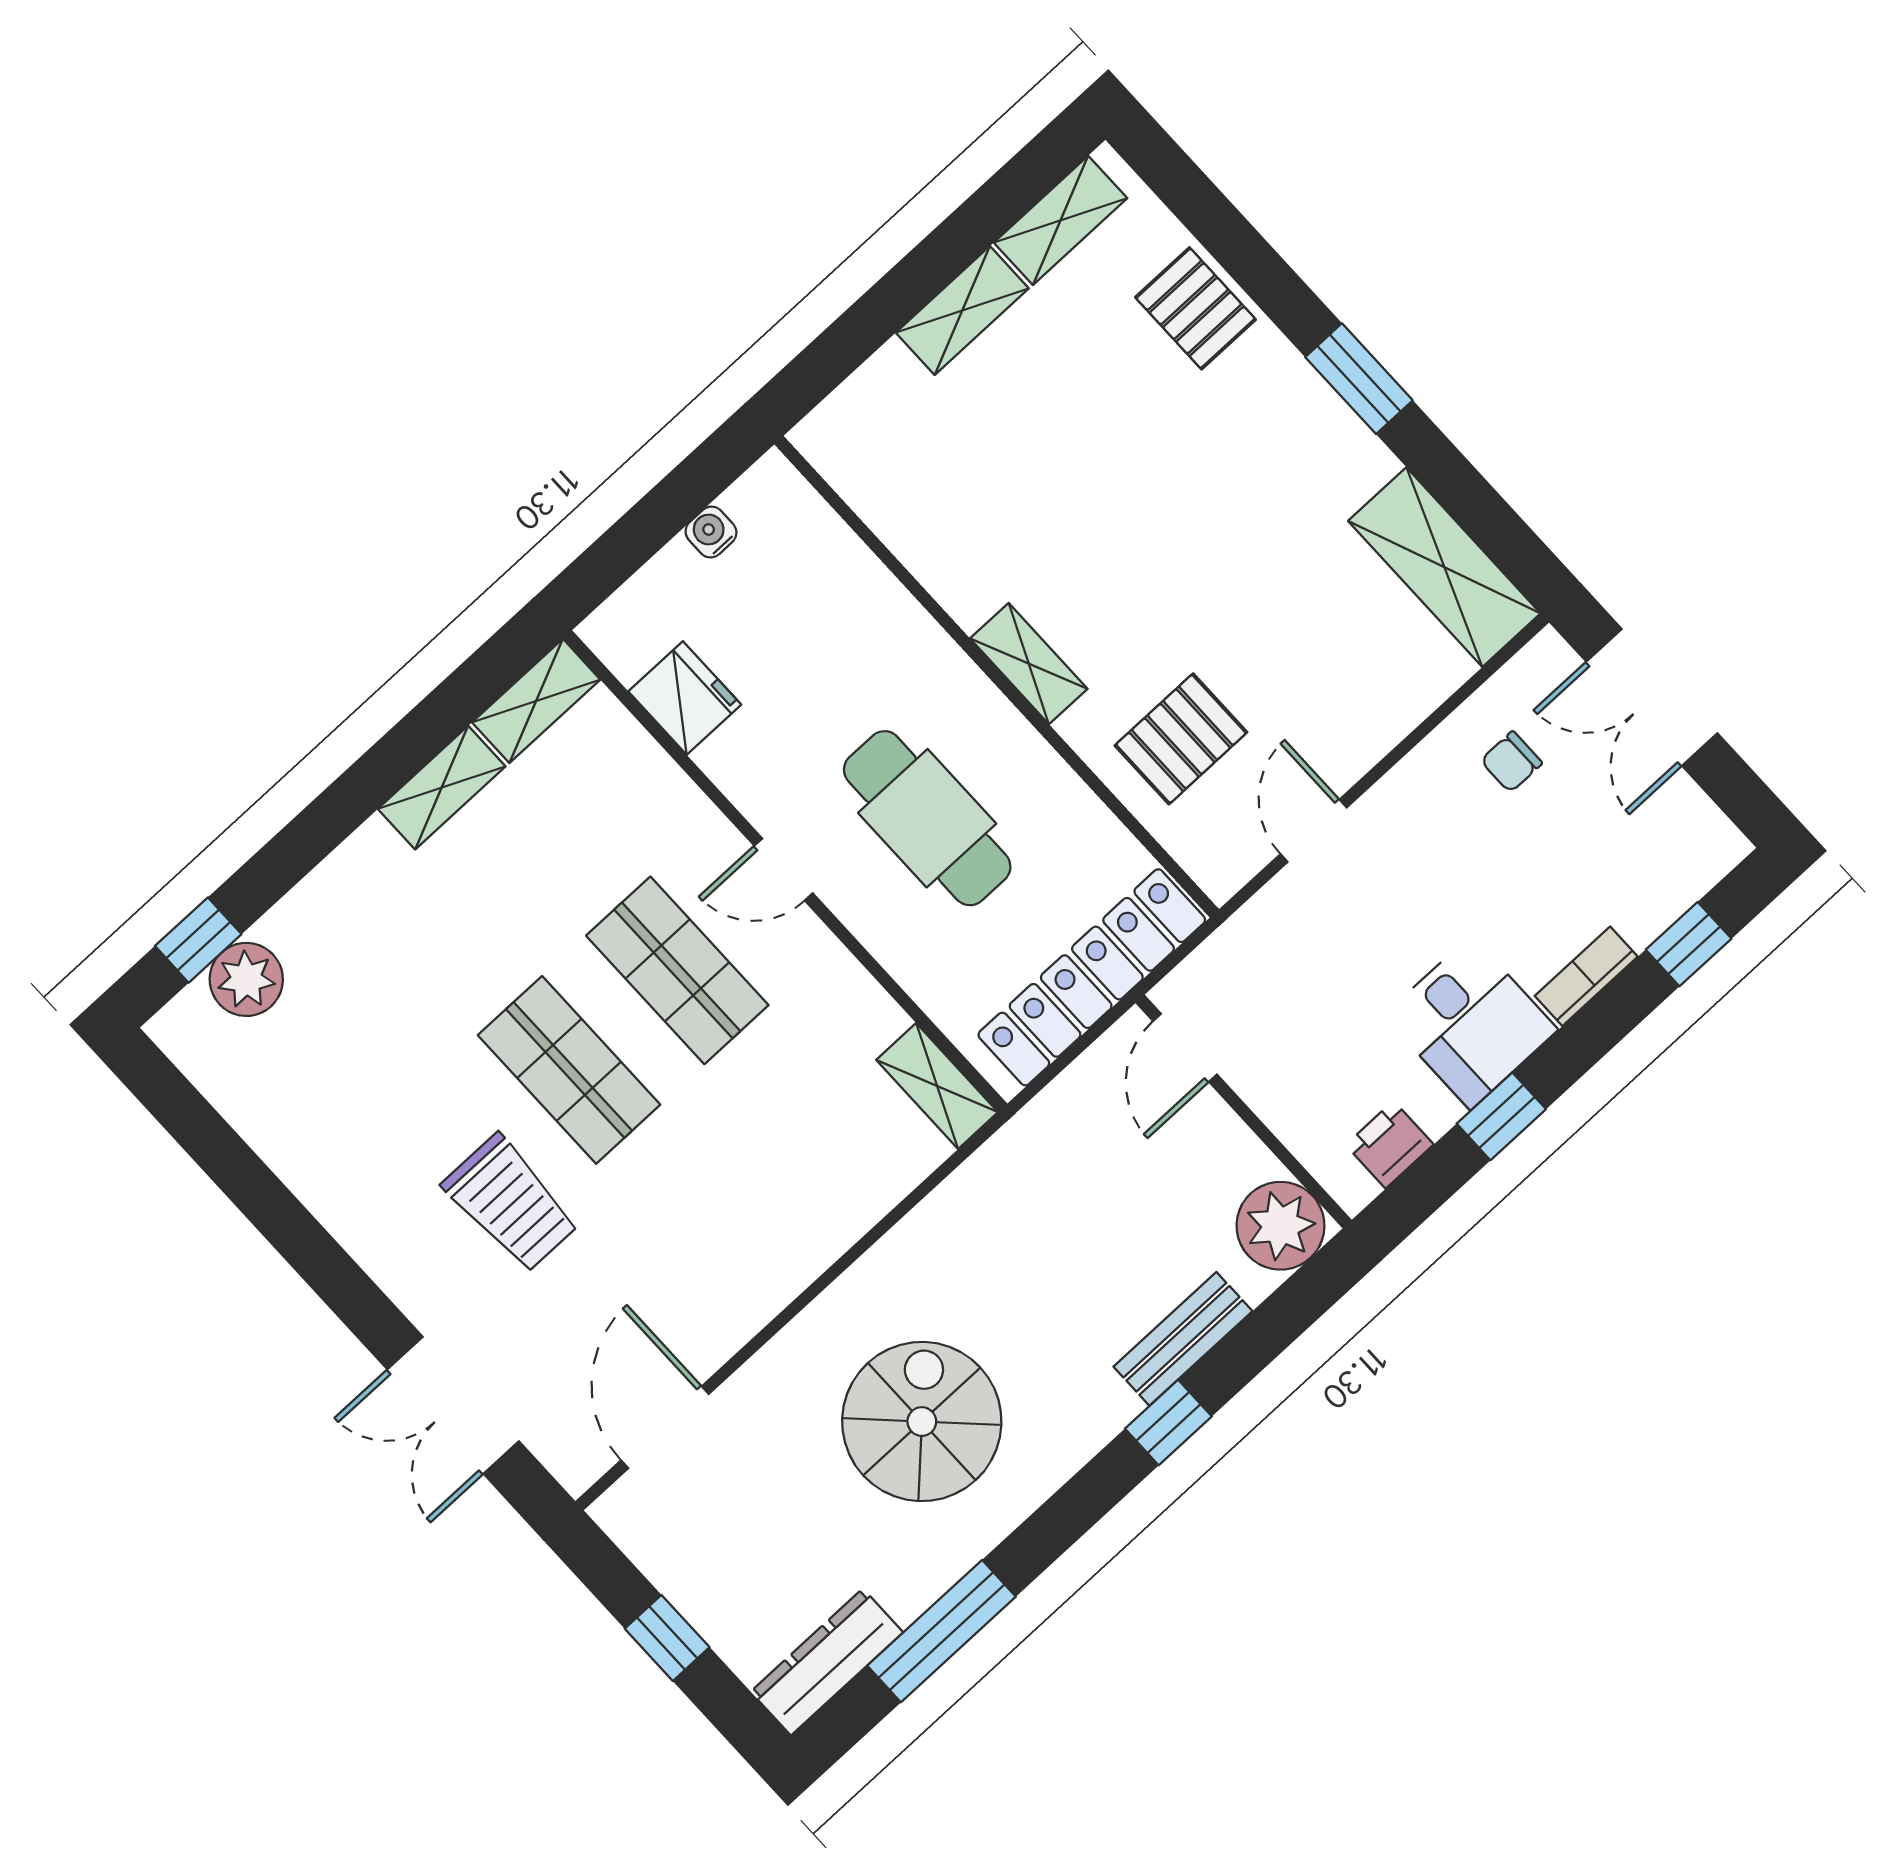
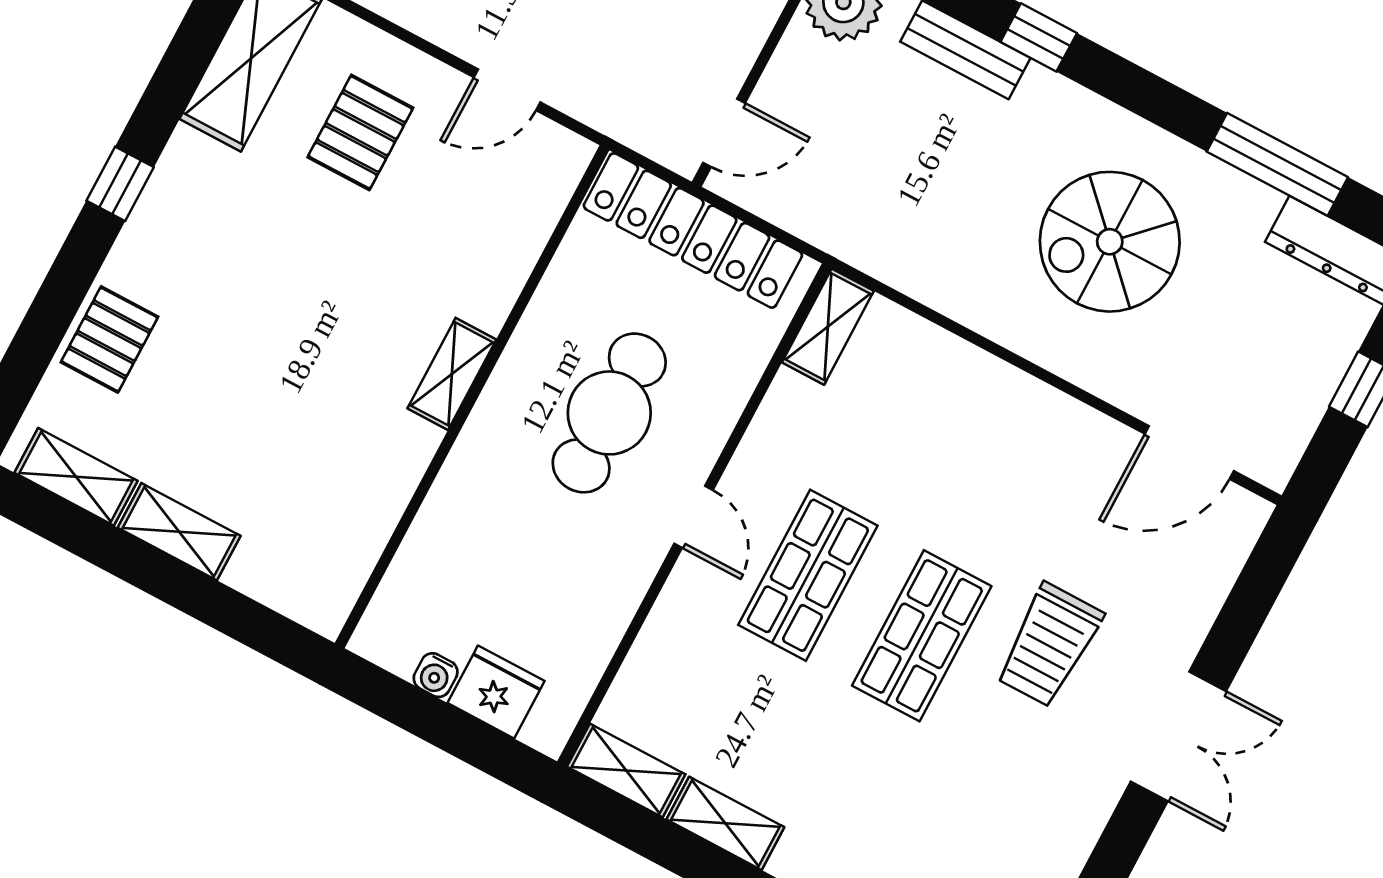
window: (1359, 379) -> (120, 184), width x0.67
fridge: (685, 698) -> (496, 692), moved, turned 90
pallet: (1181, 739) -> (360, 132), moved, turned 90
trolley: (511, 1203) -> (1049, 645), turned 180
double door: (453, 1405) -> (1178, 736), moved

